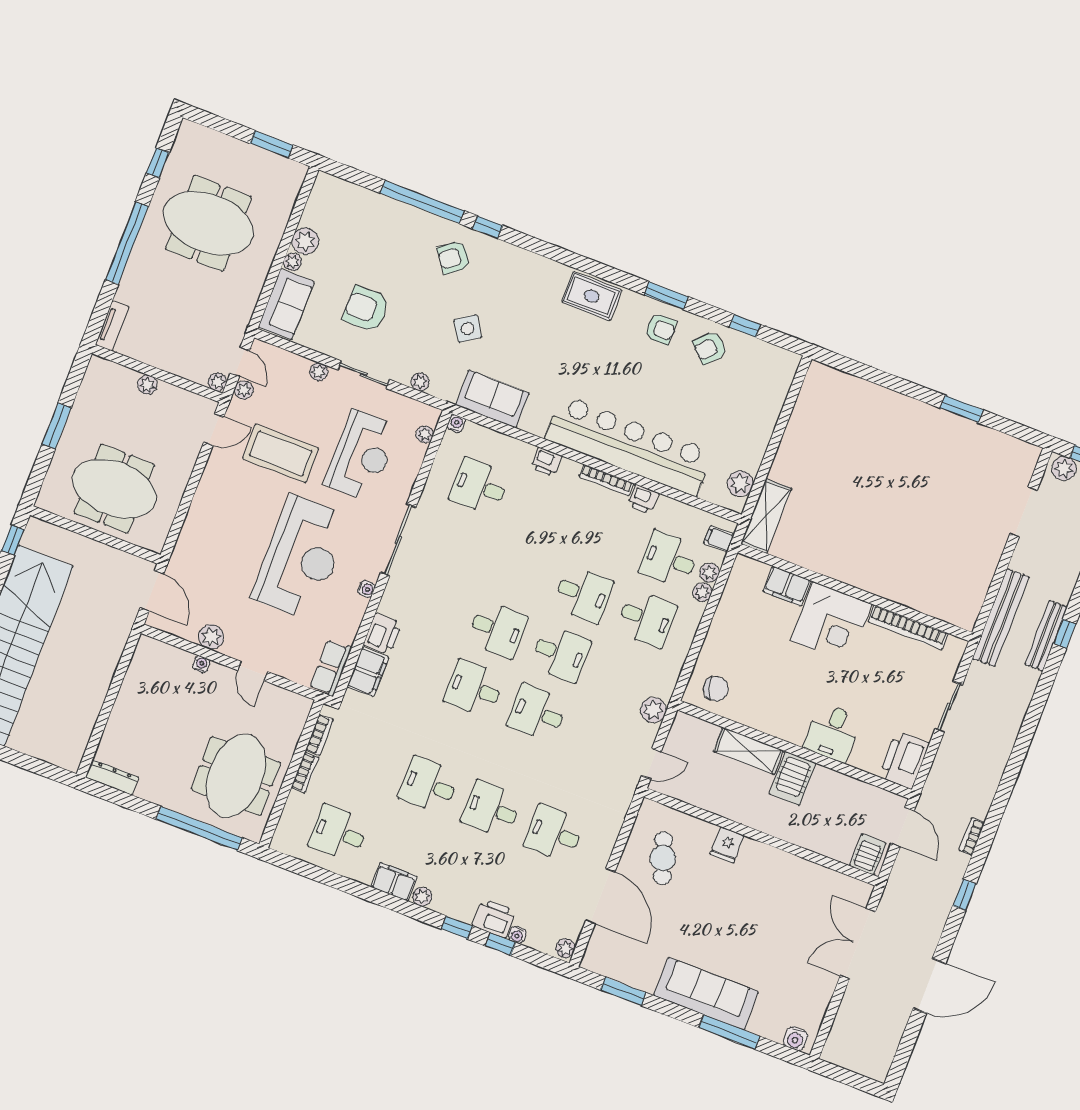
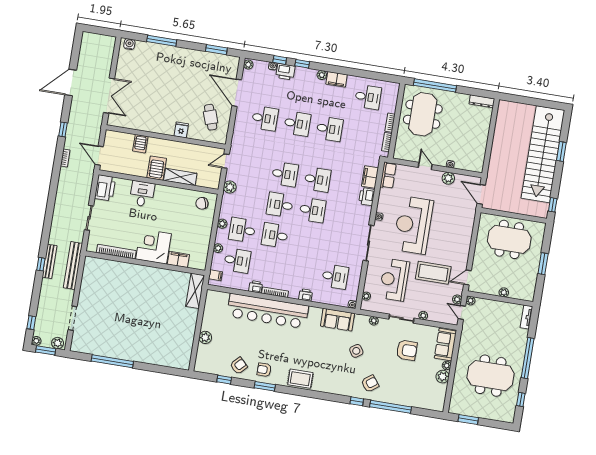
window: (962, 409) -> (112, 361), width x2.11
plant: (740, 484) -> (205, 337), moved
plant: (709, 573) -> (222, 224), moved
desk: (497, 629) -> (312, 210), turned 180
server rack: (868, 854) -> (140, 144), moved
sofa: (706, 994) -> (177, 57), removed

